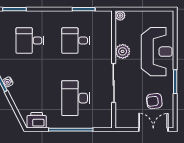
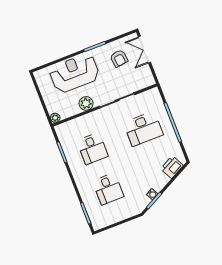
printer: (37, 120) -> (172, 167), moved, turned 63

